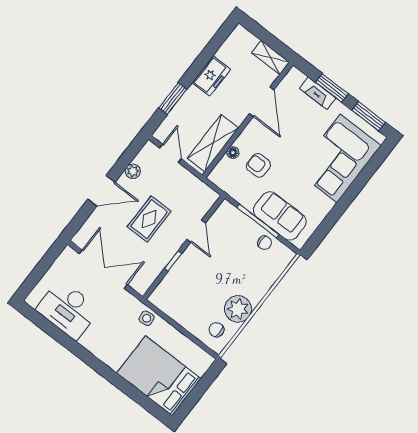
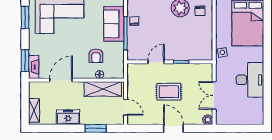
shelving: (270, 58) -> (34, 111), moved
window: (332, 88) -> (25, 61), moved
fireplace: (318, 93) -> (34, 67), moved
door: (170, 153) -> (126, 107), swing flipped
plant: (133, 171) -> (208, 120), moved
double door: (103, 269) -> (214, 95), width x0.73
desk: (68, 309) -> (250, 80), moved

